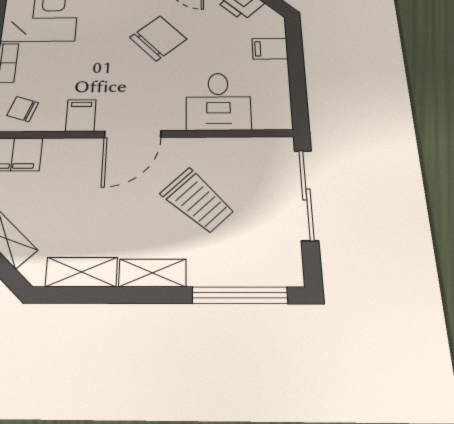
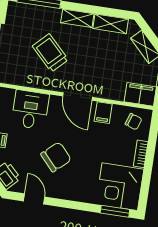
chair: (158, 38) -> (56, 157), turned 180
door: (133, 134) -> (78, 97), swing flipped

